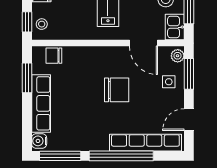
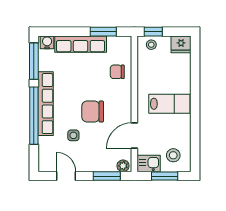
chair: (54, 56) -> (117, 72), moved, turned -90
side table: (169, 82) -> (73, 135), moved
chair: (117, 90) -> (93, 112), turned 90
row of seats: (145, 143) -> (46, 104), moved

